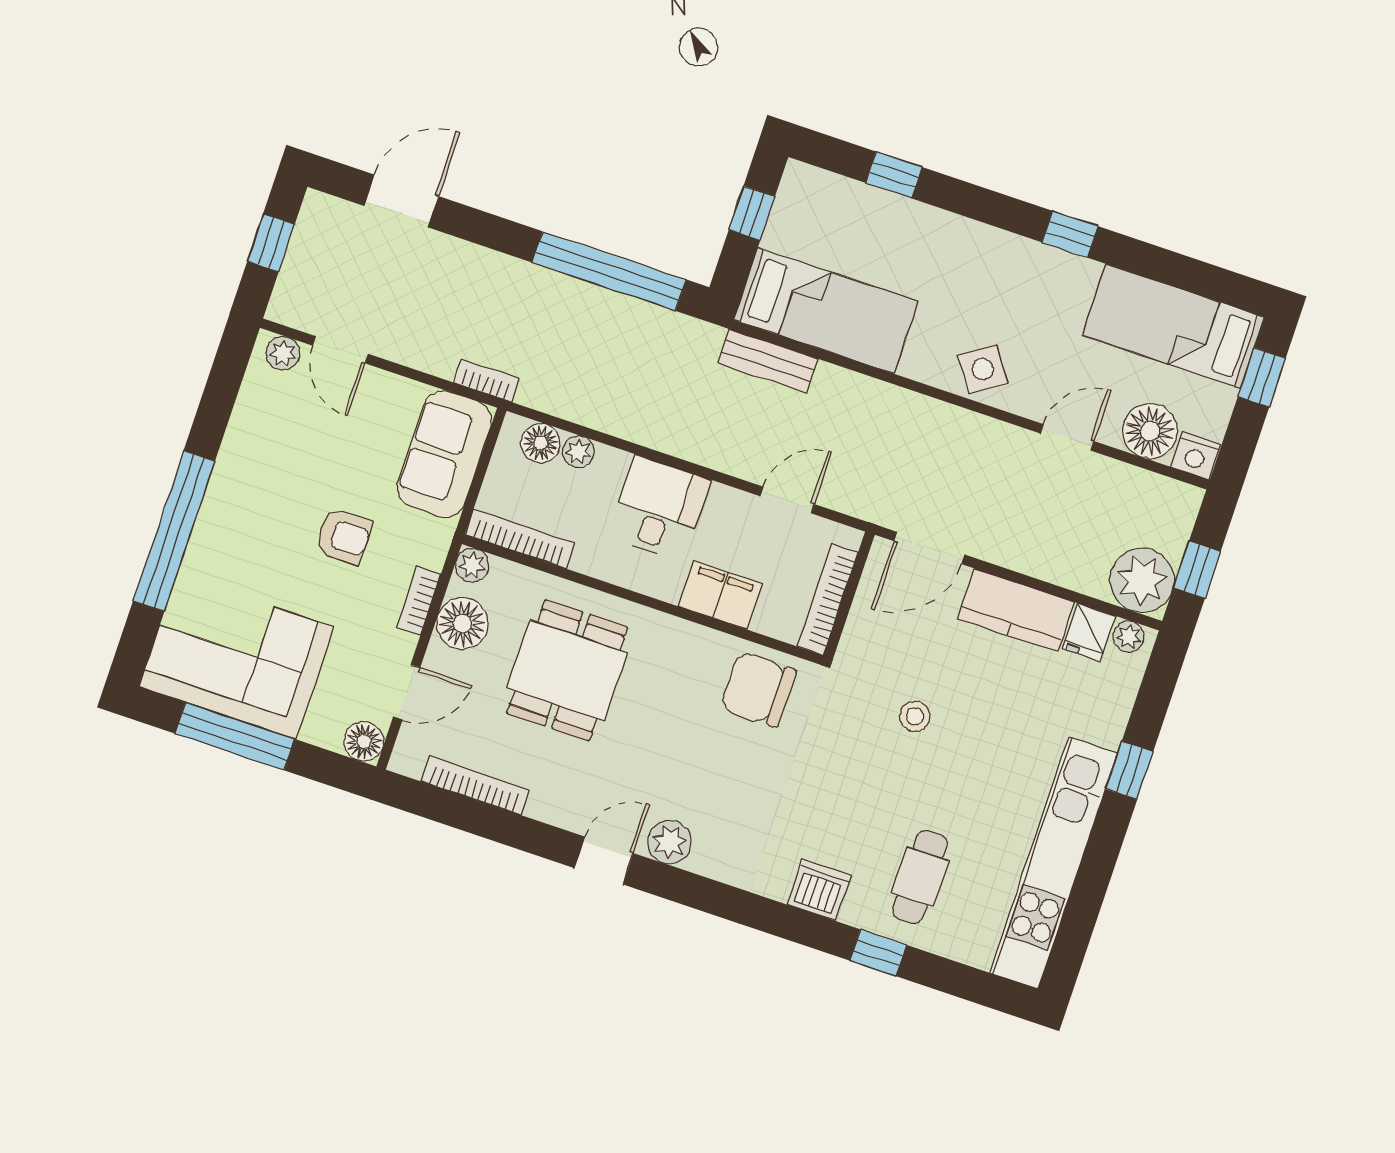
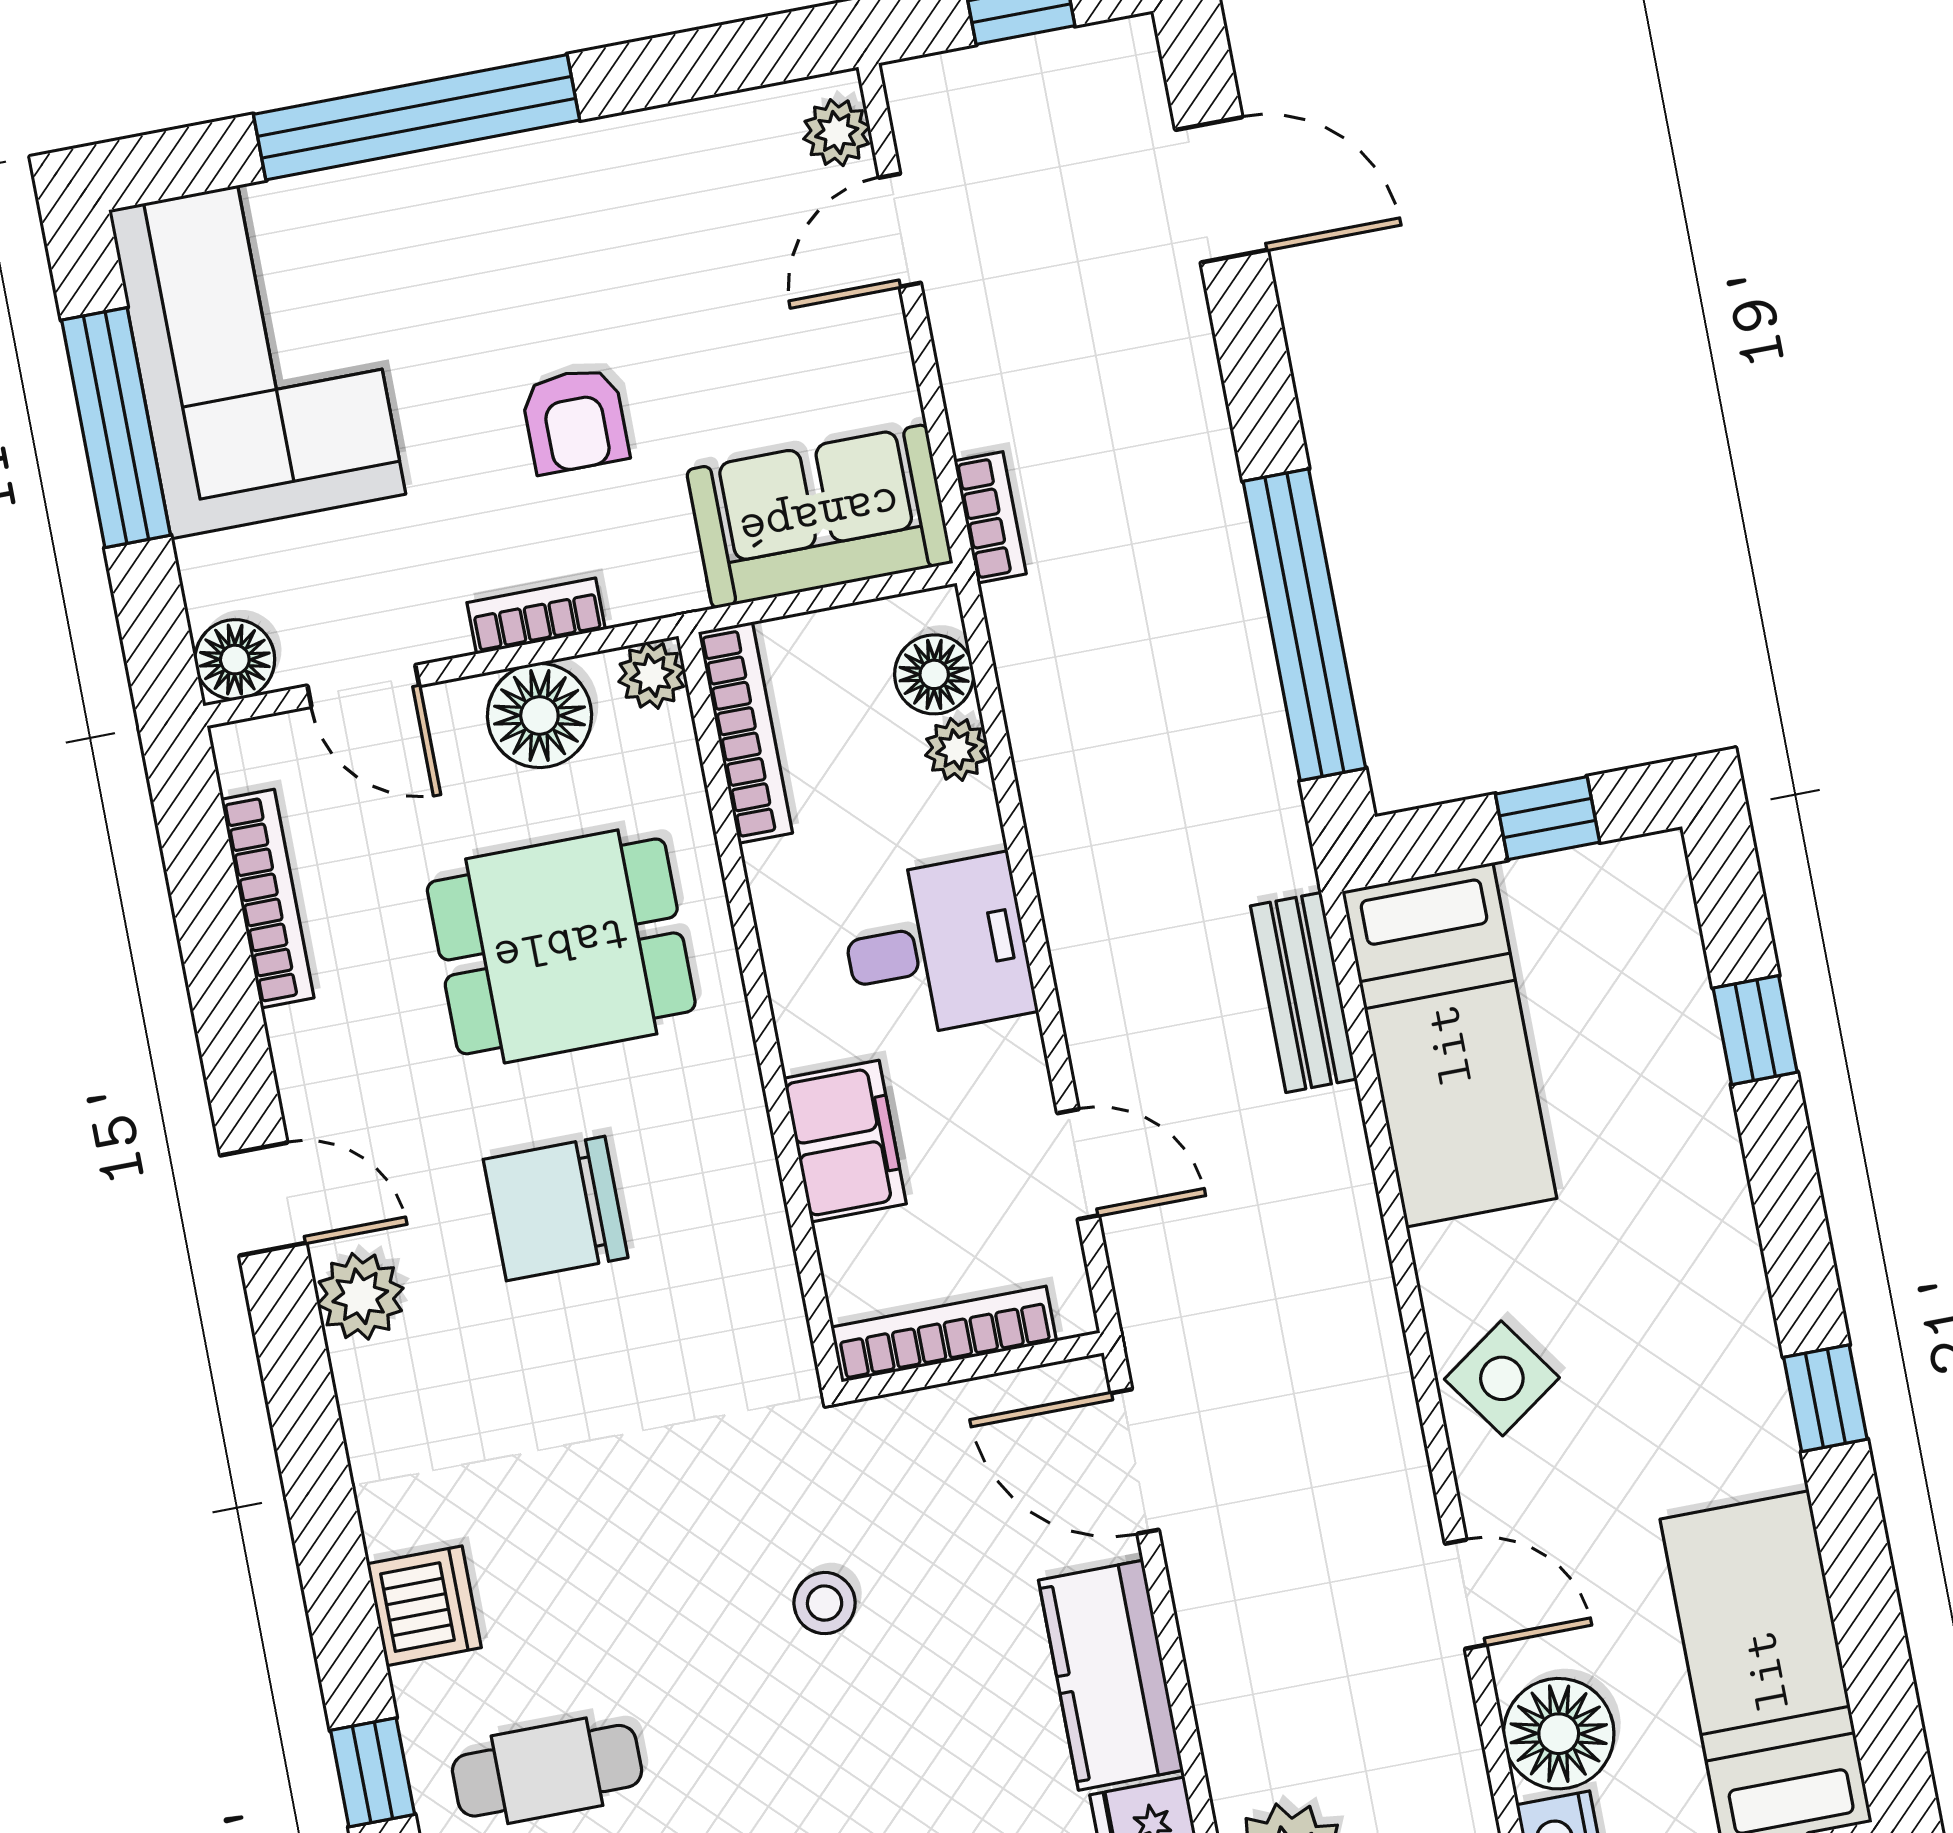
chair: (758, 689) -> (556, 1209), moved, turned -90

